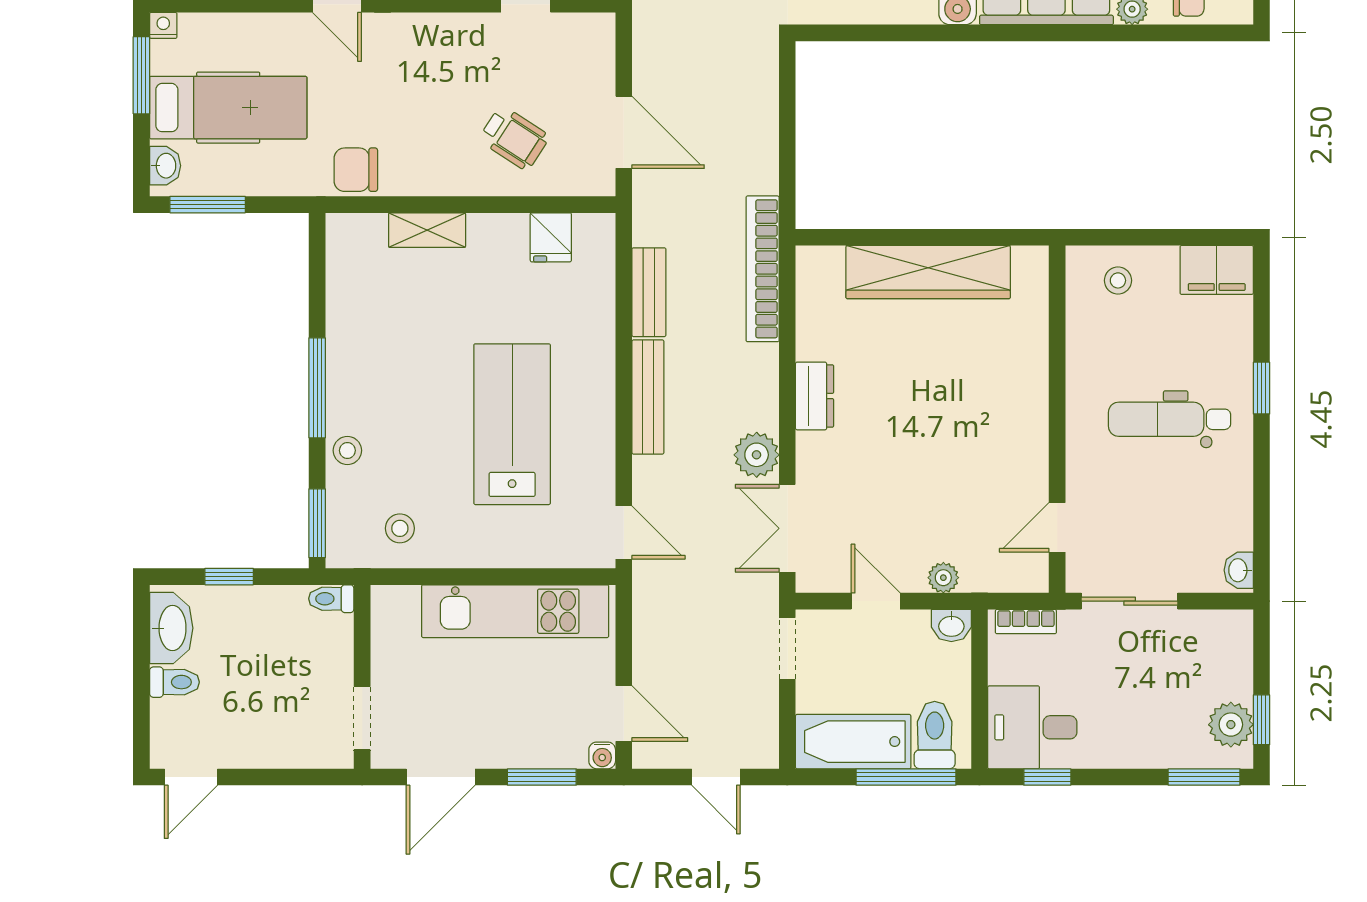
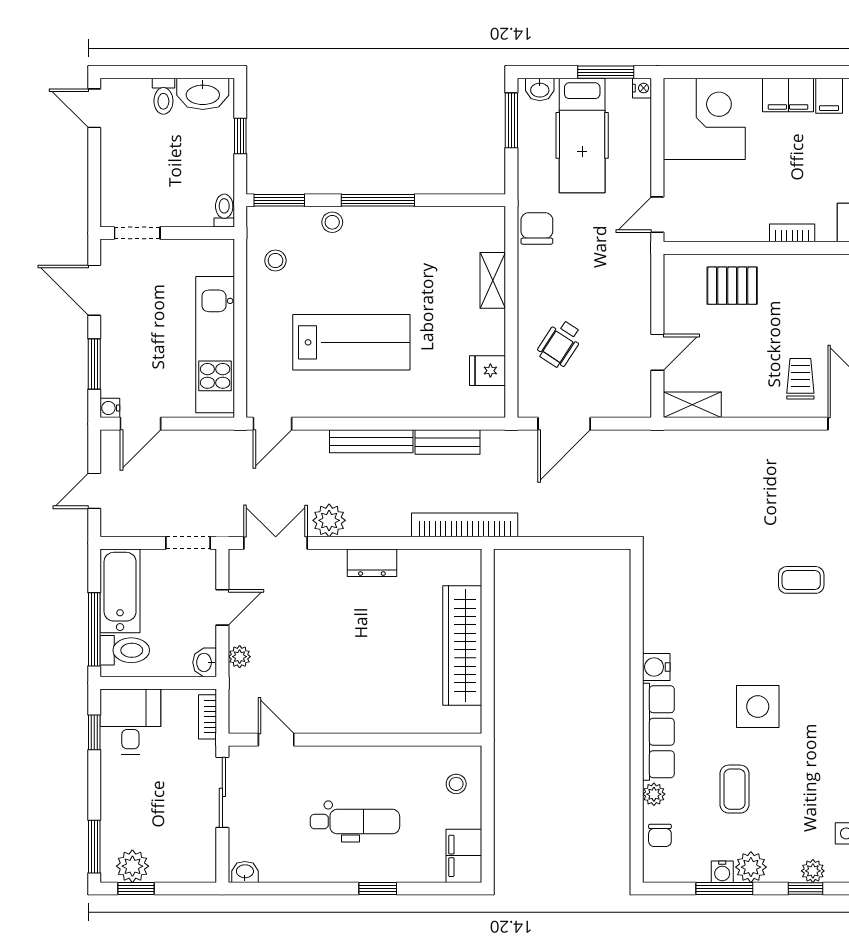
dental chair: (1170, 419) -> (355, 822), turned 90

